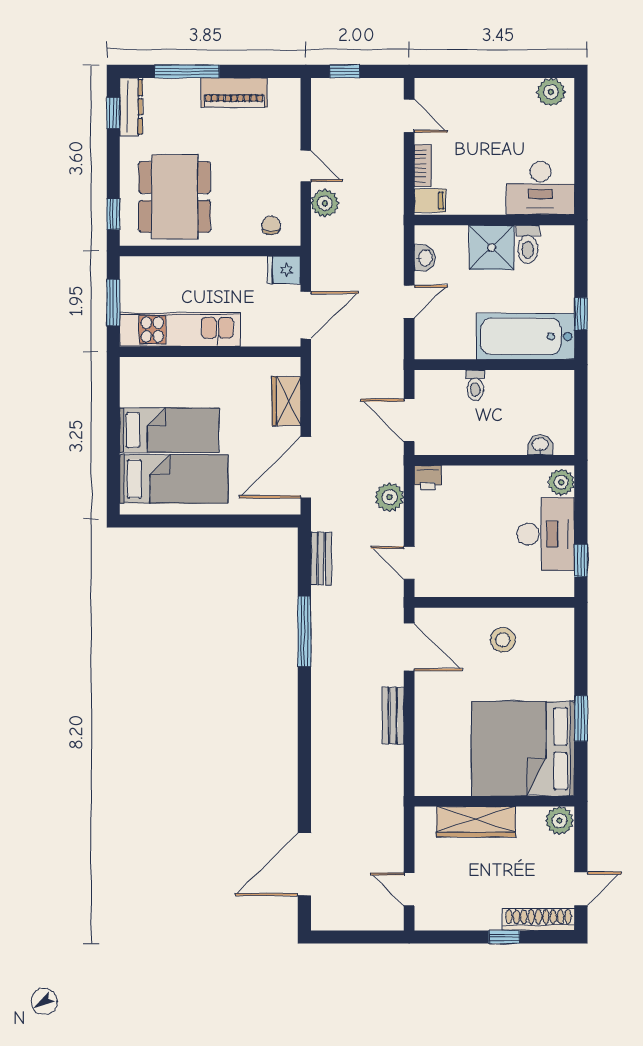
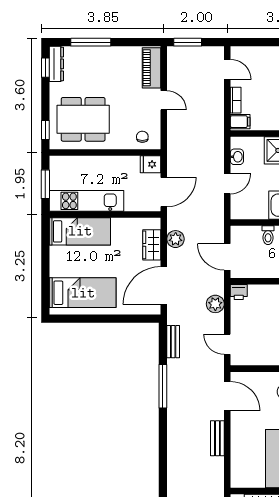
window: (345, 71) -> (188, 42), width x1.50
piano: (234, 93) -> (152, 68), moved, turned 90
dining table: (175, 197) -> (83, 119), turned 90
plant: (325, 203) -> (176, 239), moved
bed: (169, 430) -> (80, 231), moved

